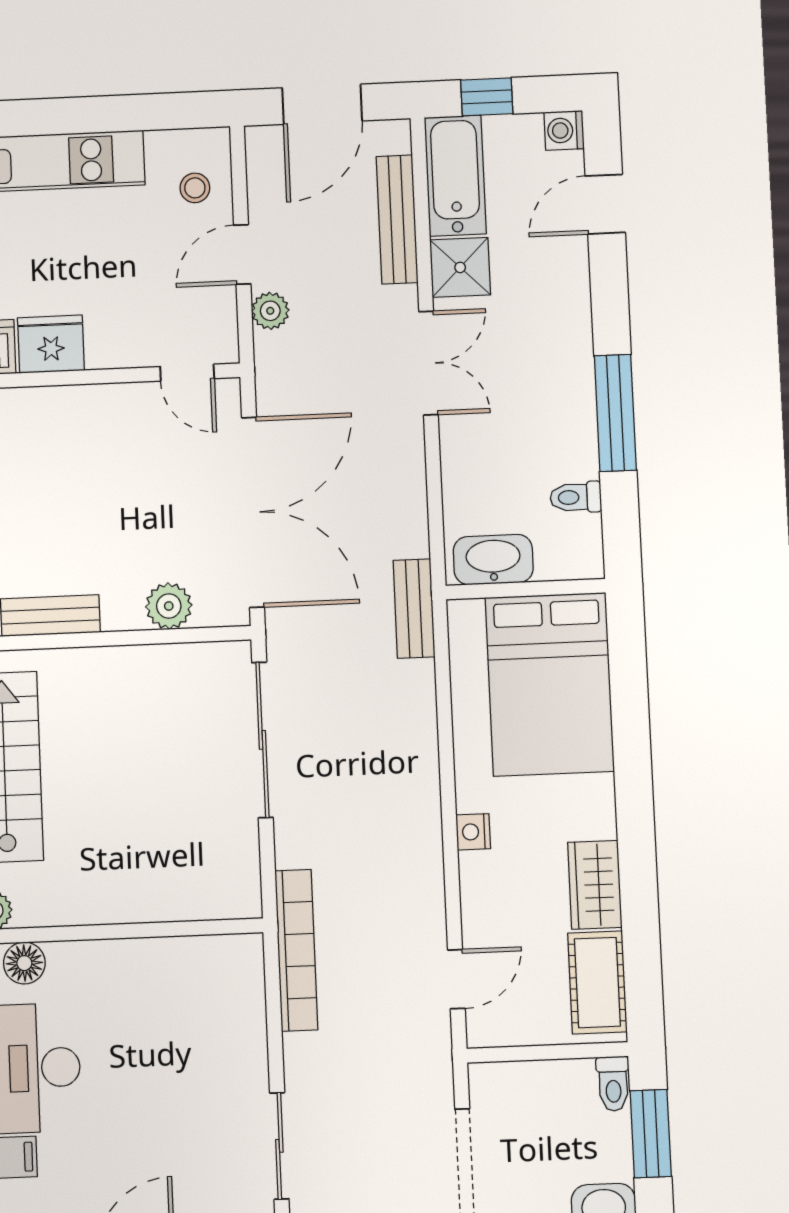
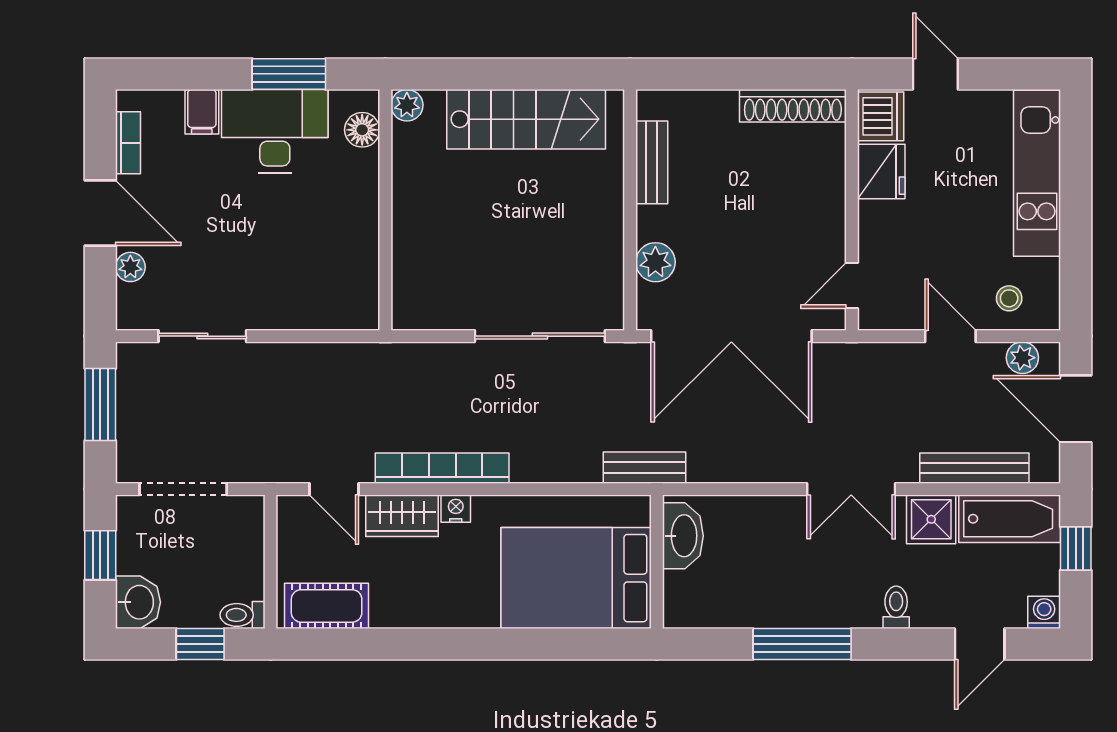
door: (605, 204) -> (980, 644), swing flipped
plant: (270, 311) -> (1022, 358), moved
toilet: (576, 497) -> (896, 607), moved
wardrobe: (595, 885) -> (402, 516), moved, turned 180
bookcase: (296, 950) -> (442, 468), moved, turned 180
window: (651, 1134) -> (200, 644), width x0.67

